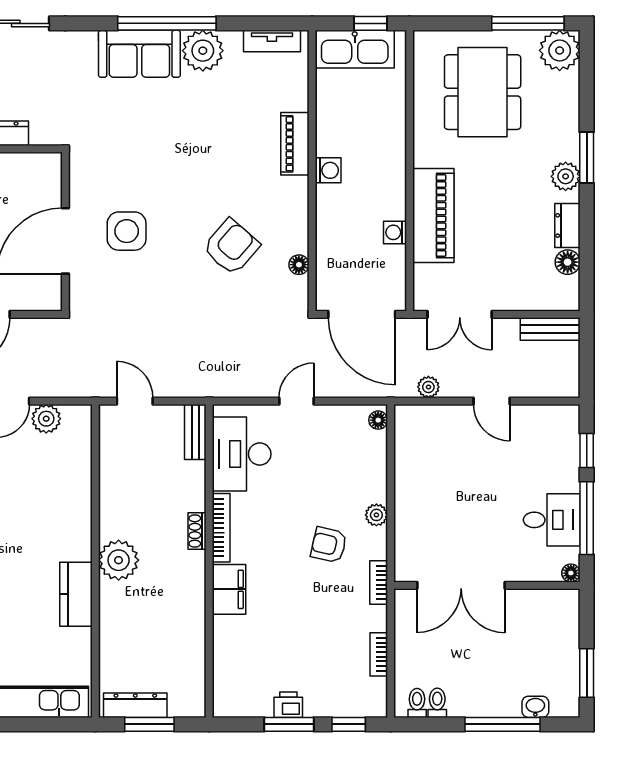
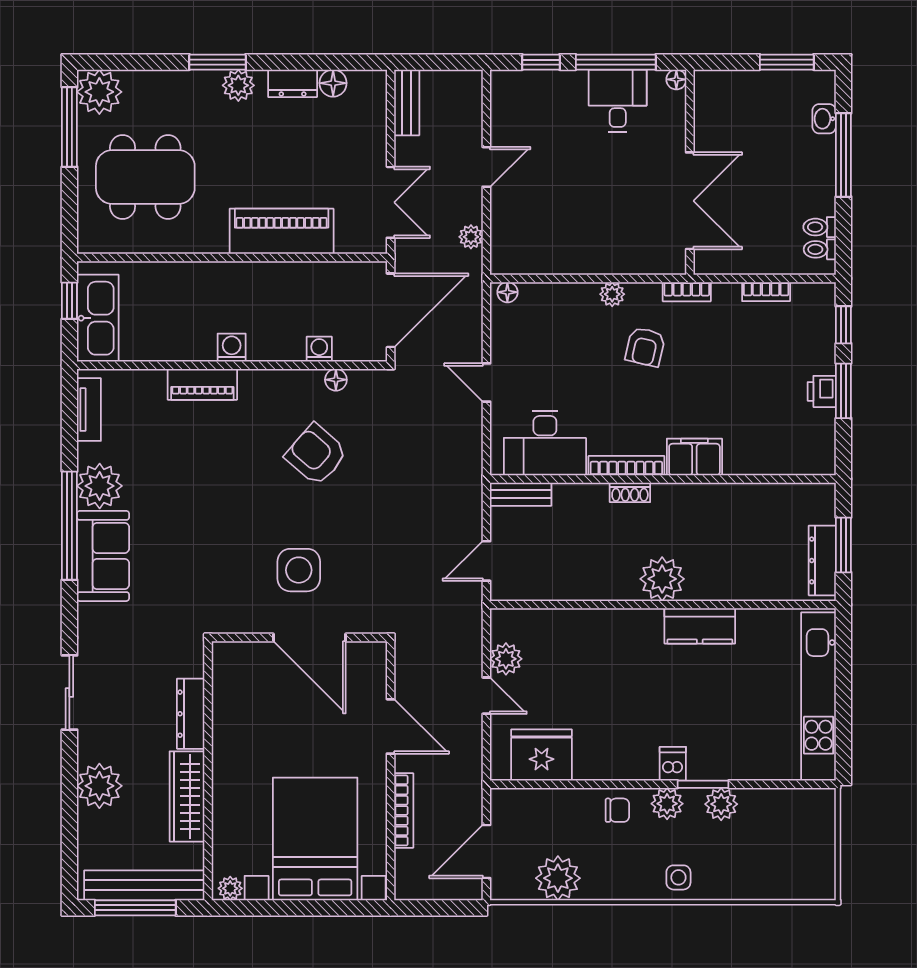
washing machine: (395, 232) -> (319, 349), moved, turned 180

